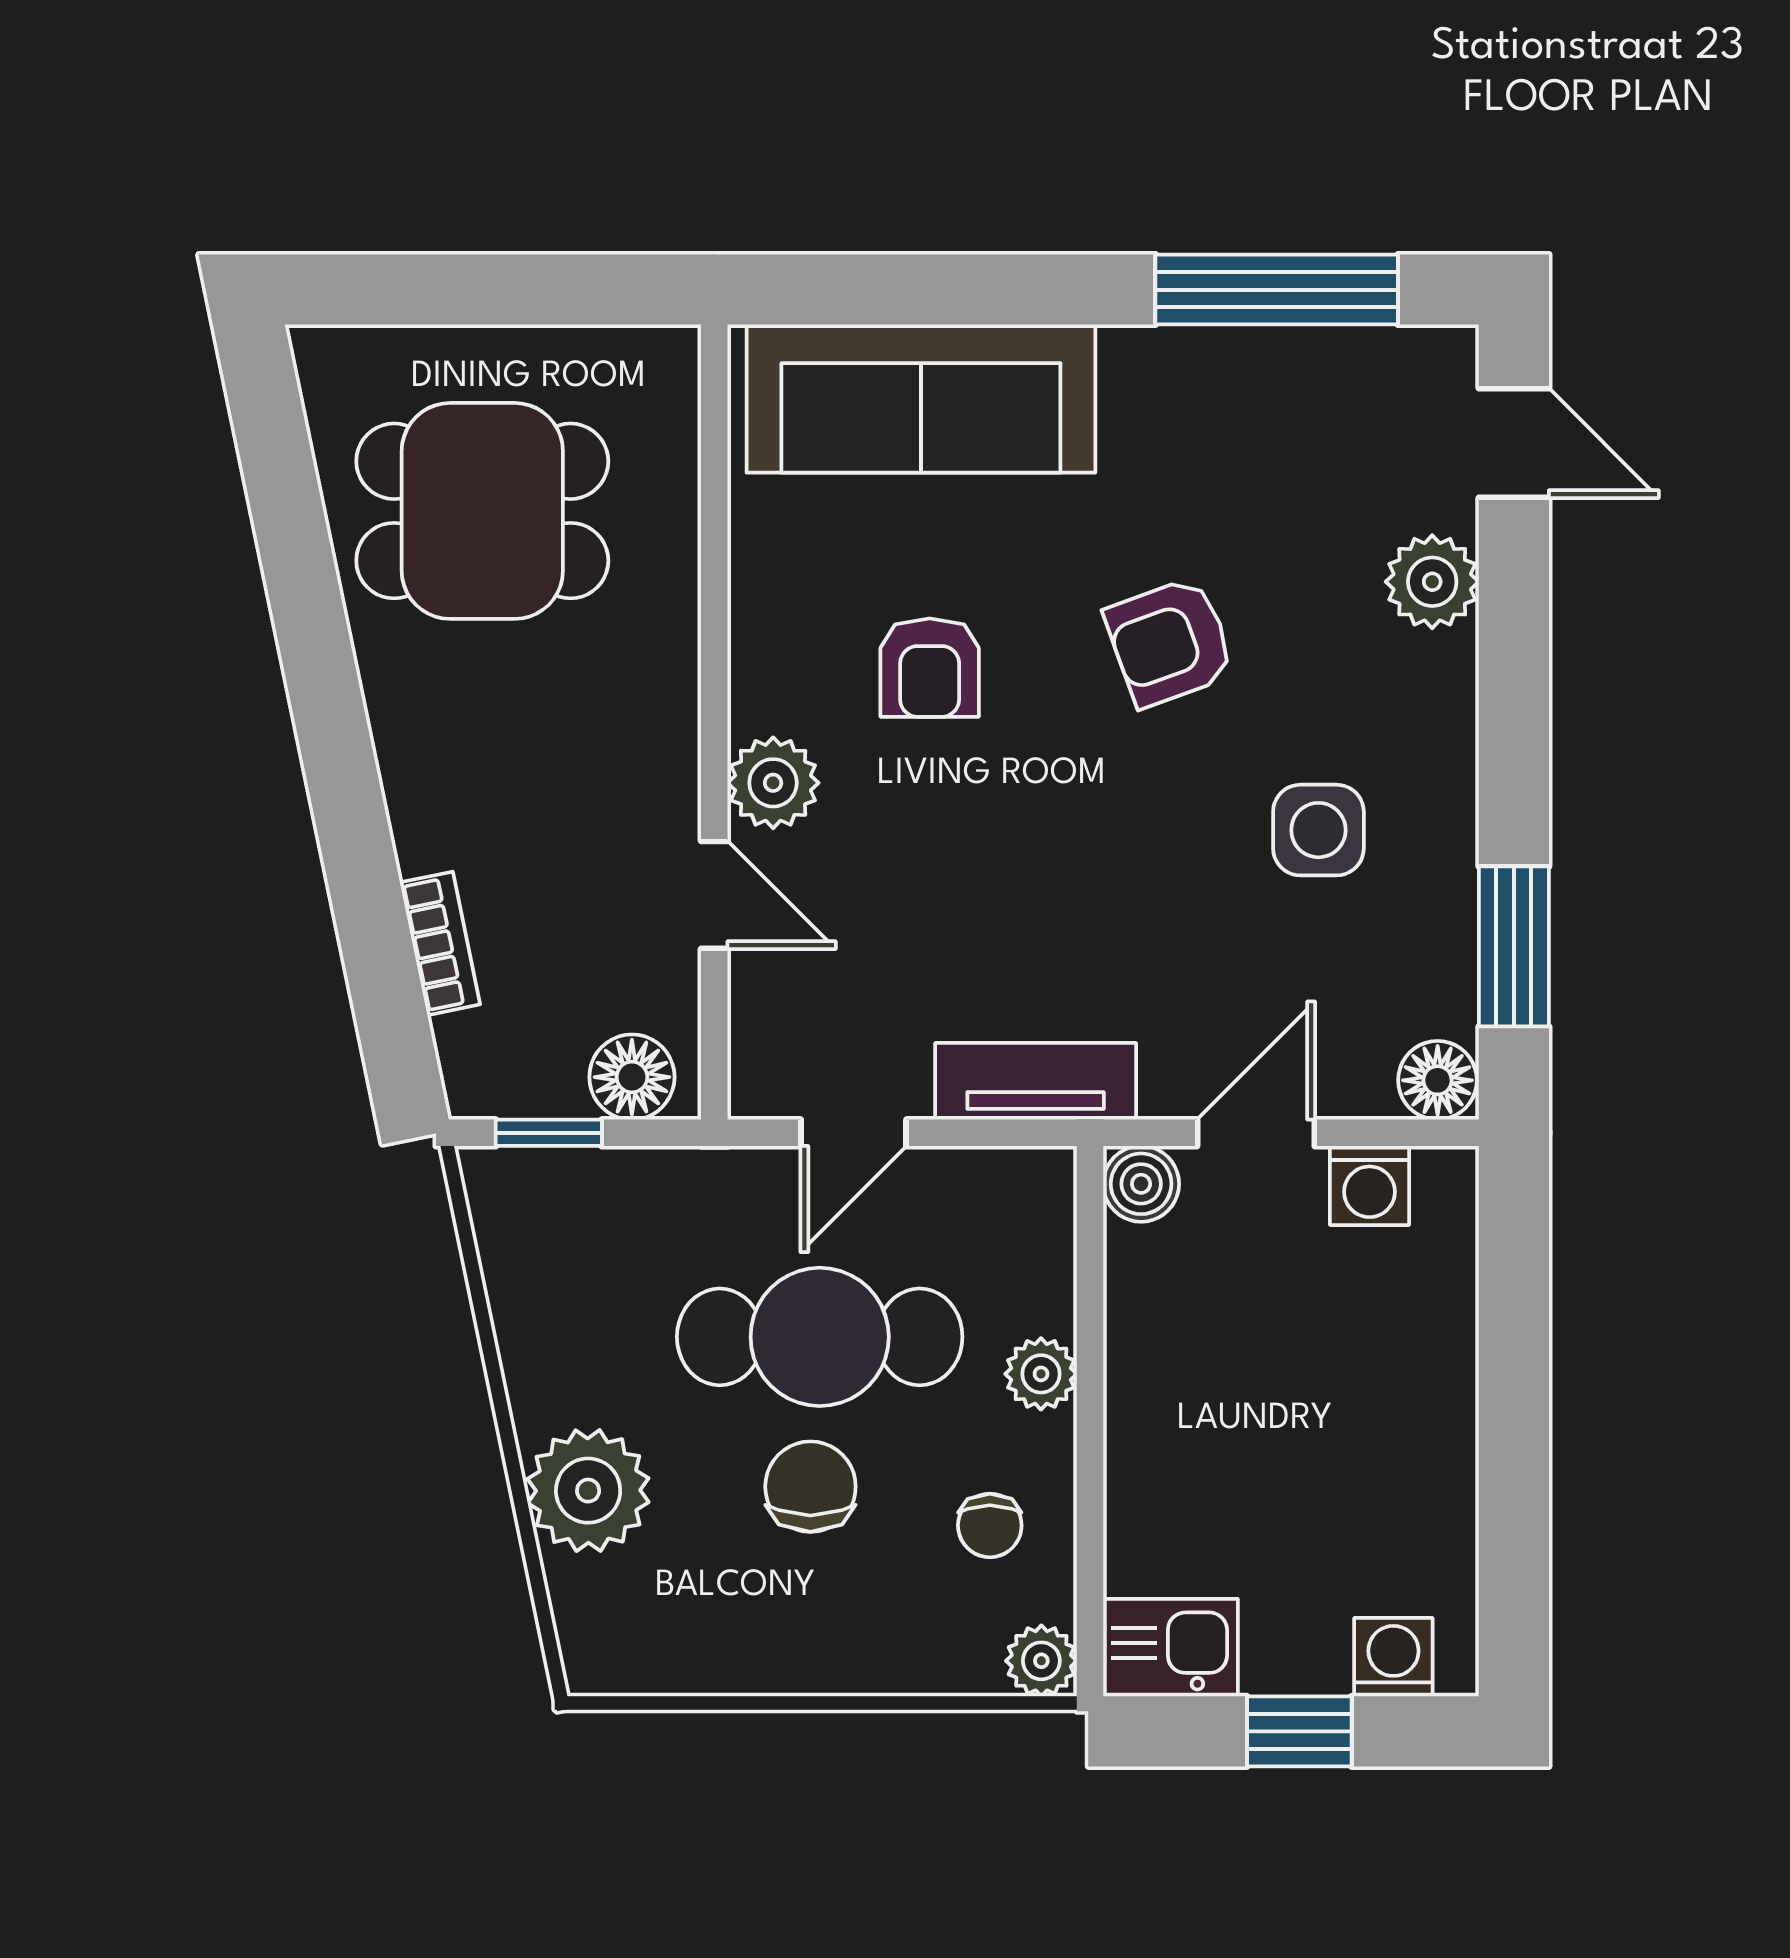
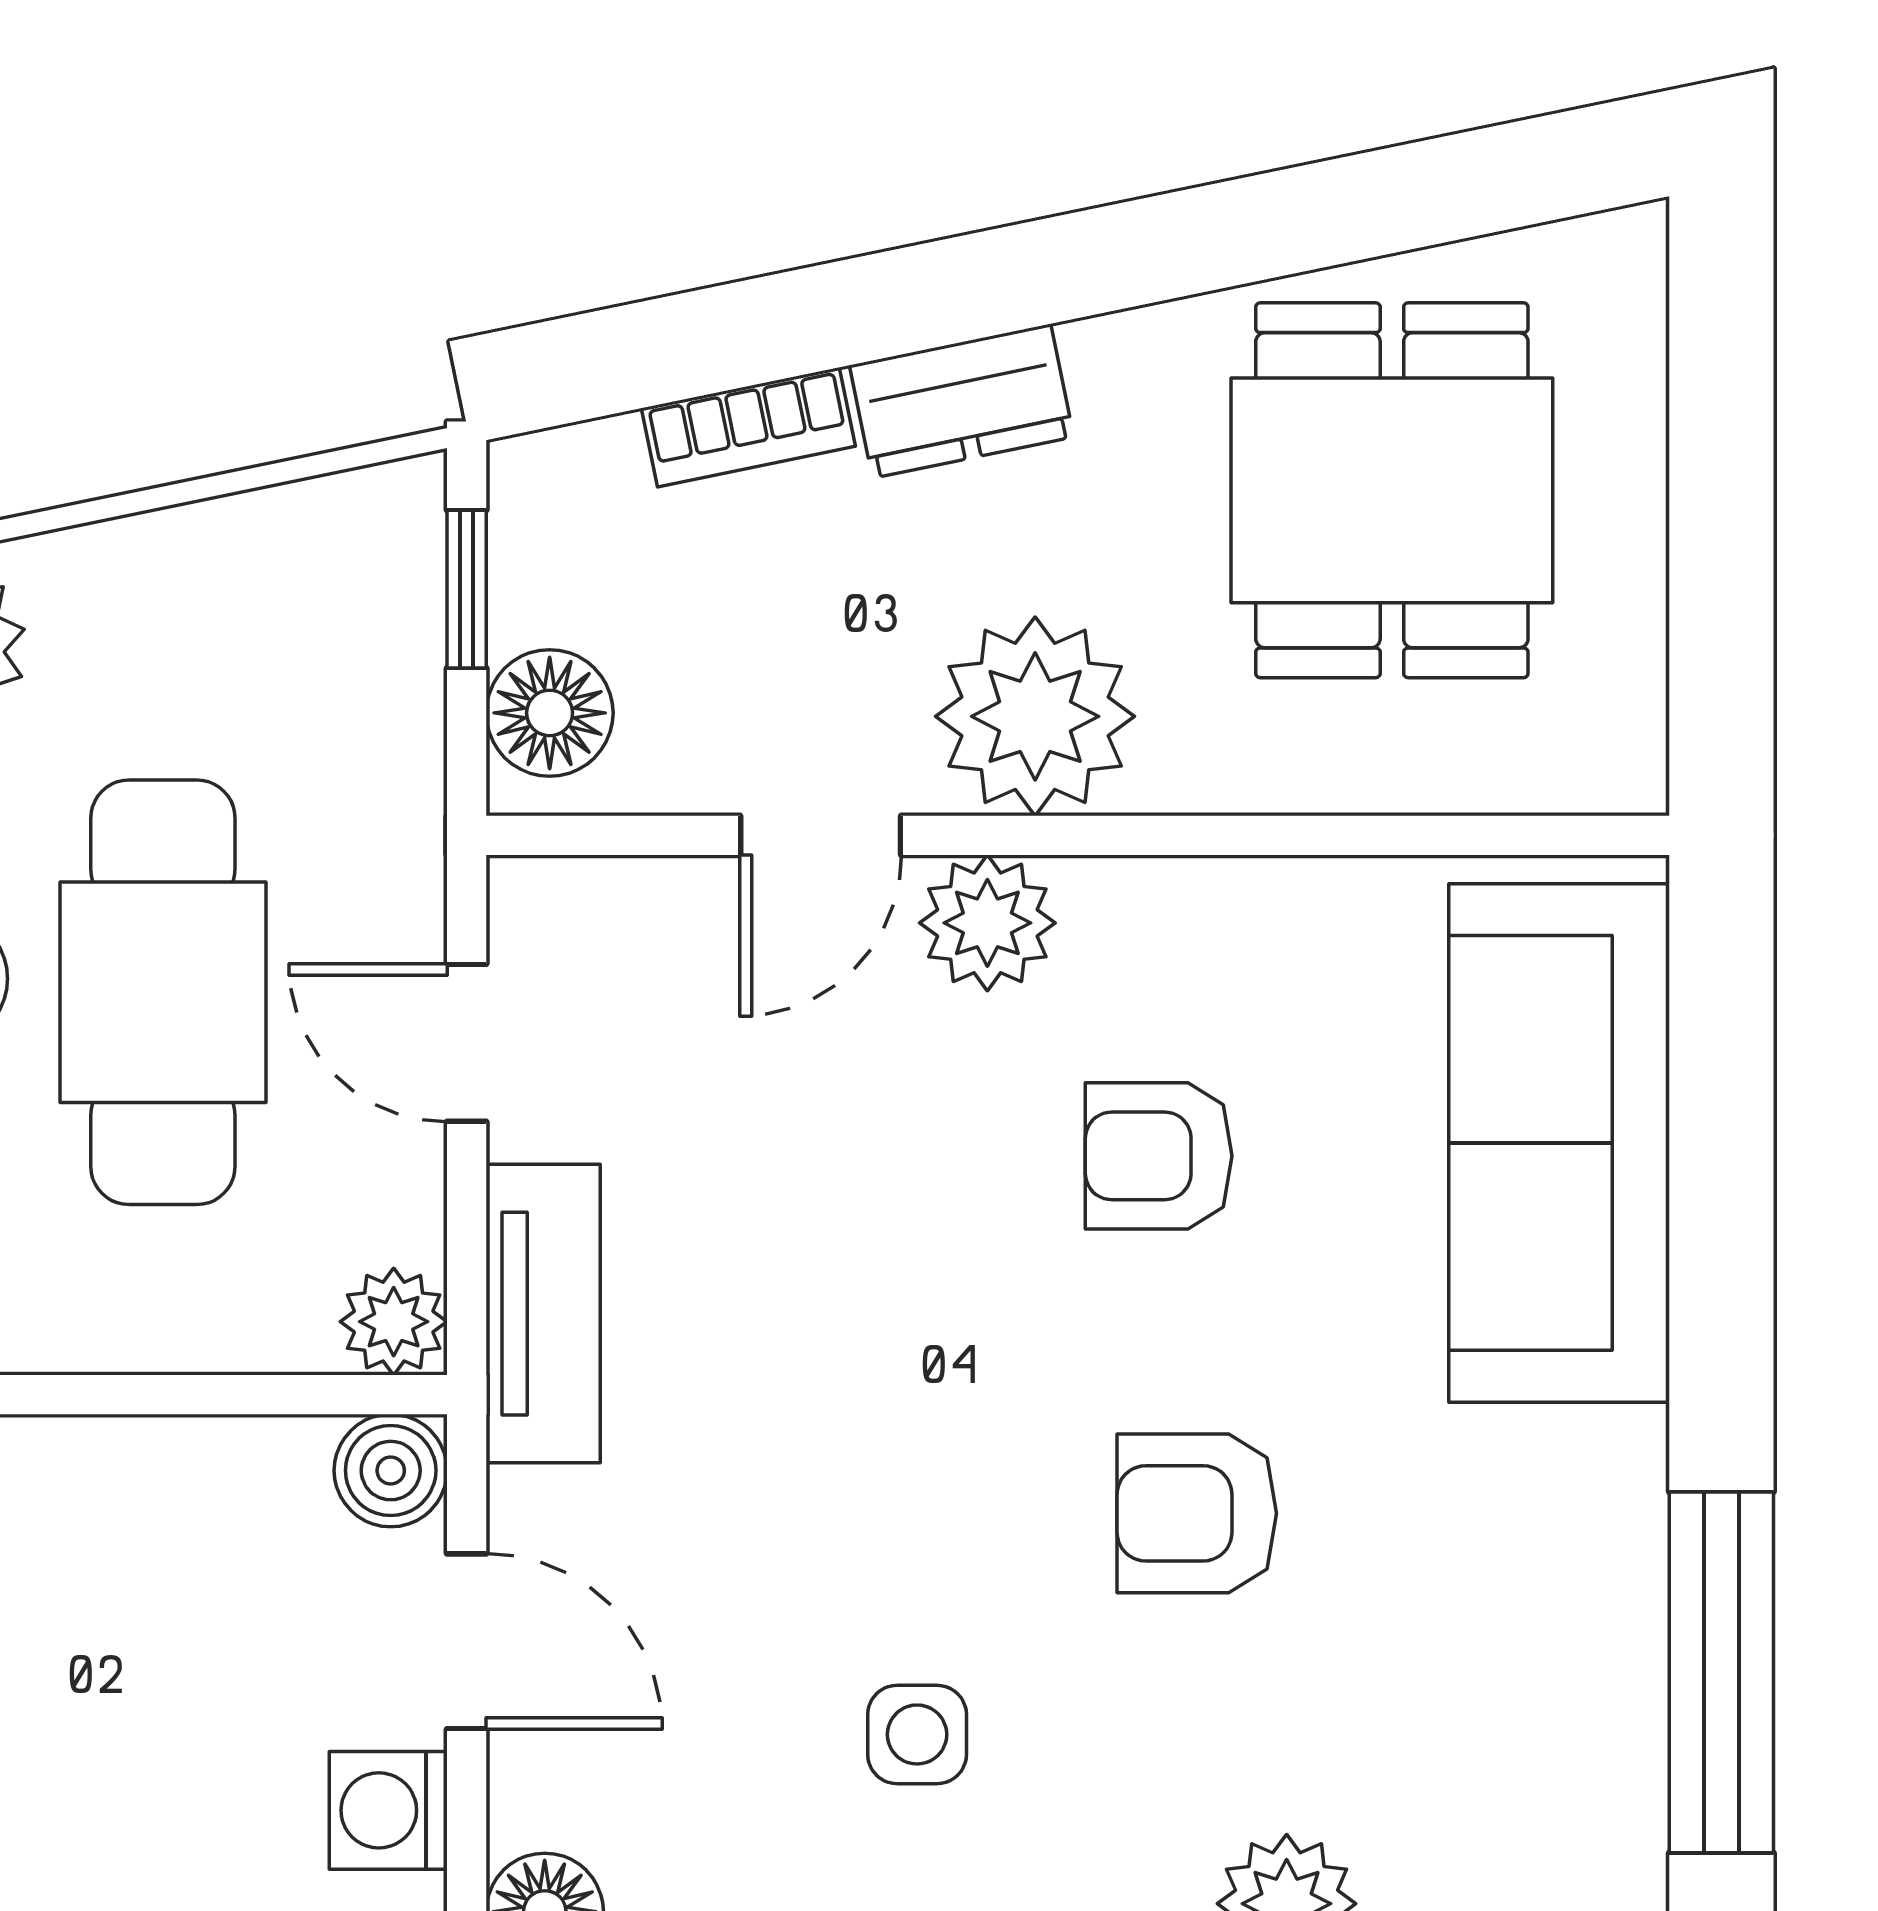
armchair: (1170, 642) -> (1197, 1513), turned -70
plant: (634, 751) -> (1035, 716), added
dresser: (422, 800) -> (962, 401), added
side table: (1318, 830) -> (917, 1734), width x0.73, depth x0.73
plant: (1041, 1374) -> (394, 1322), moved

